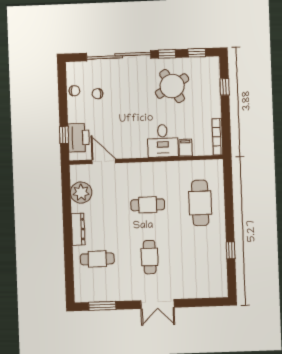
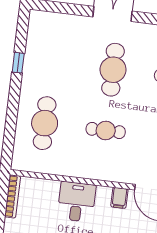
filing cabinet: (186, 148) -> (119, 198), moved
cafe table: (150, 257) -> (113, 70), width x1.37, depth x1.35

